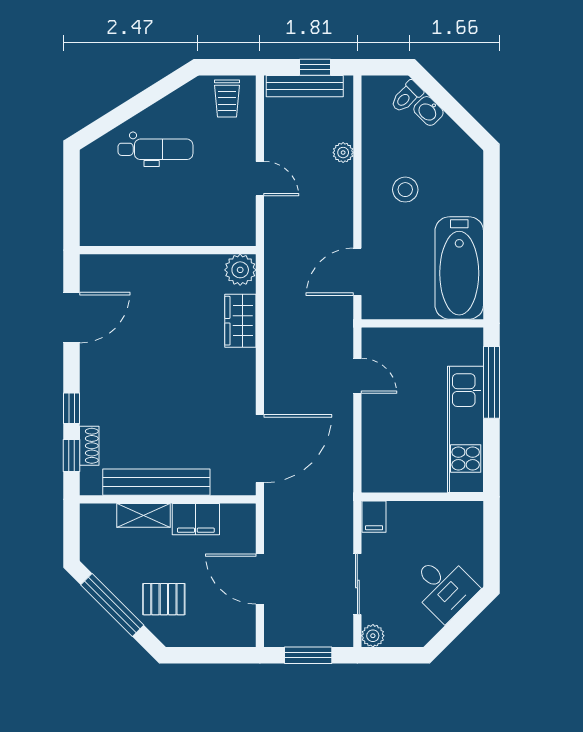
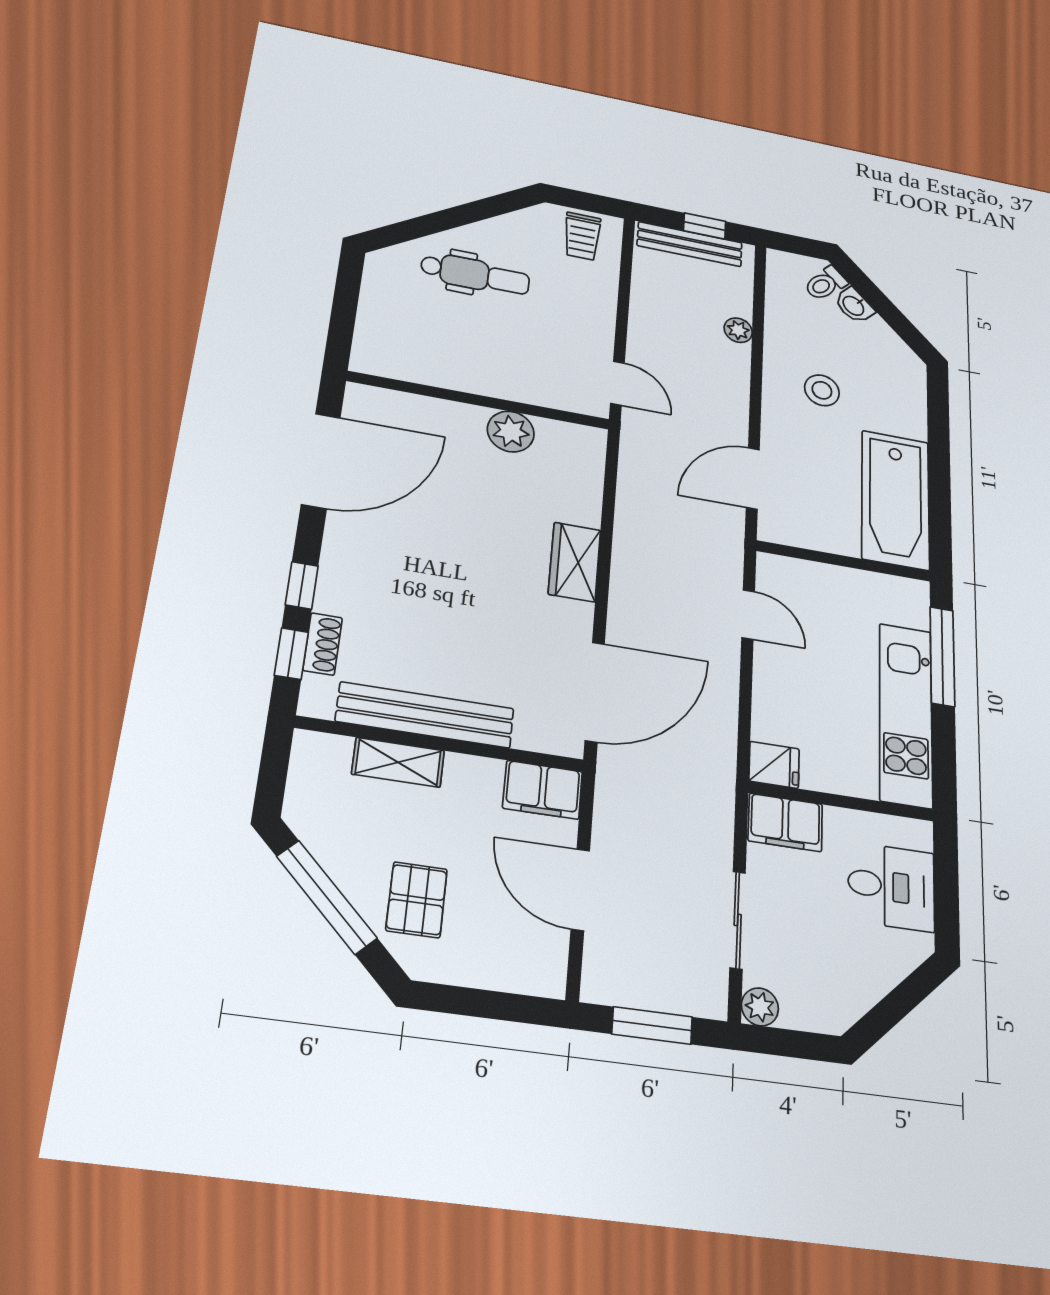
door: (260, 179) -> (617, 383), moved
plant: (240, 270) -> (511, 432), moved
door: (72, 318) -> (321, 461), width x1.36
wardrobe: (240, 321) -> (574, 562), moved
fridge: (378, 479) -> (774, 765), added
filing cabinet: (374, 517) -> (785, 822), width x2.00
filing cabinet: (196, 519) -> (543, 790), moved
desk: (443, 587) -> (891, 887), moved, turned -45
pallet: (164, 599) -> (417, 900), turned 90

